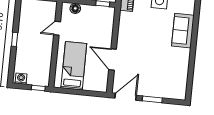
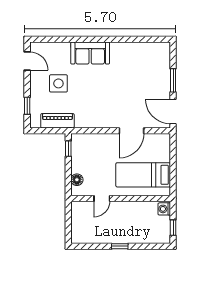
door: (57, 28) -> (102, 198), hinge flipped
washing machine: (21, 79) -> (164, 209), moved
window: (38, 88) -> (173, 228), moved

